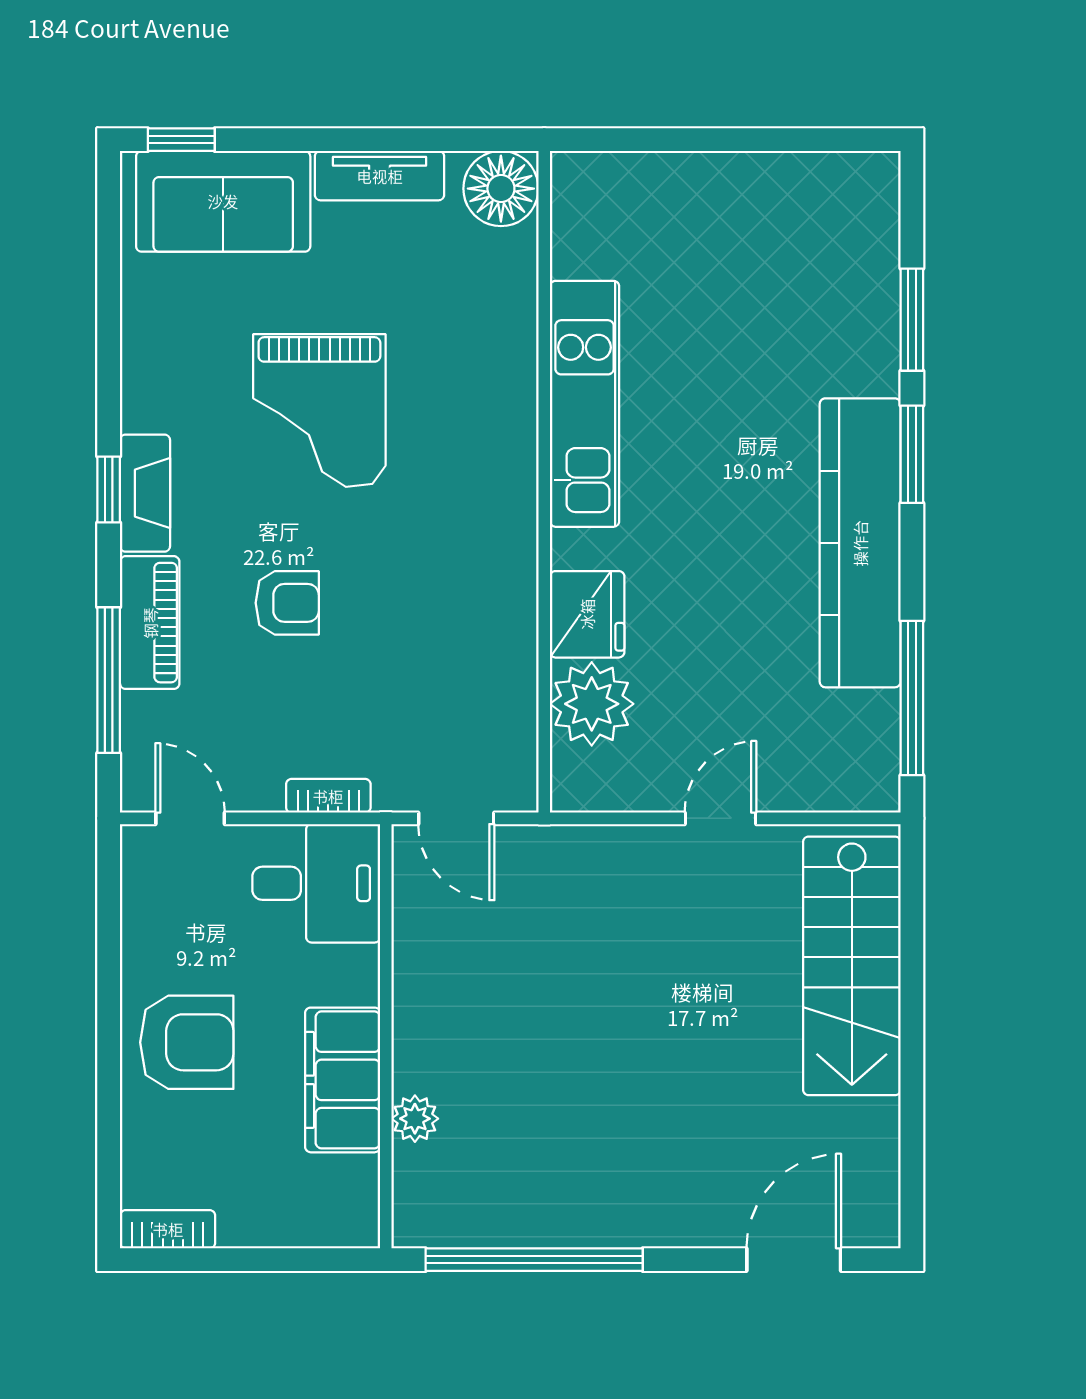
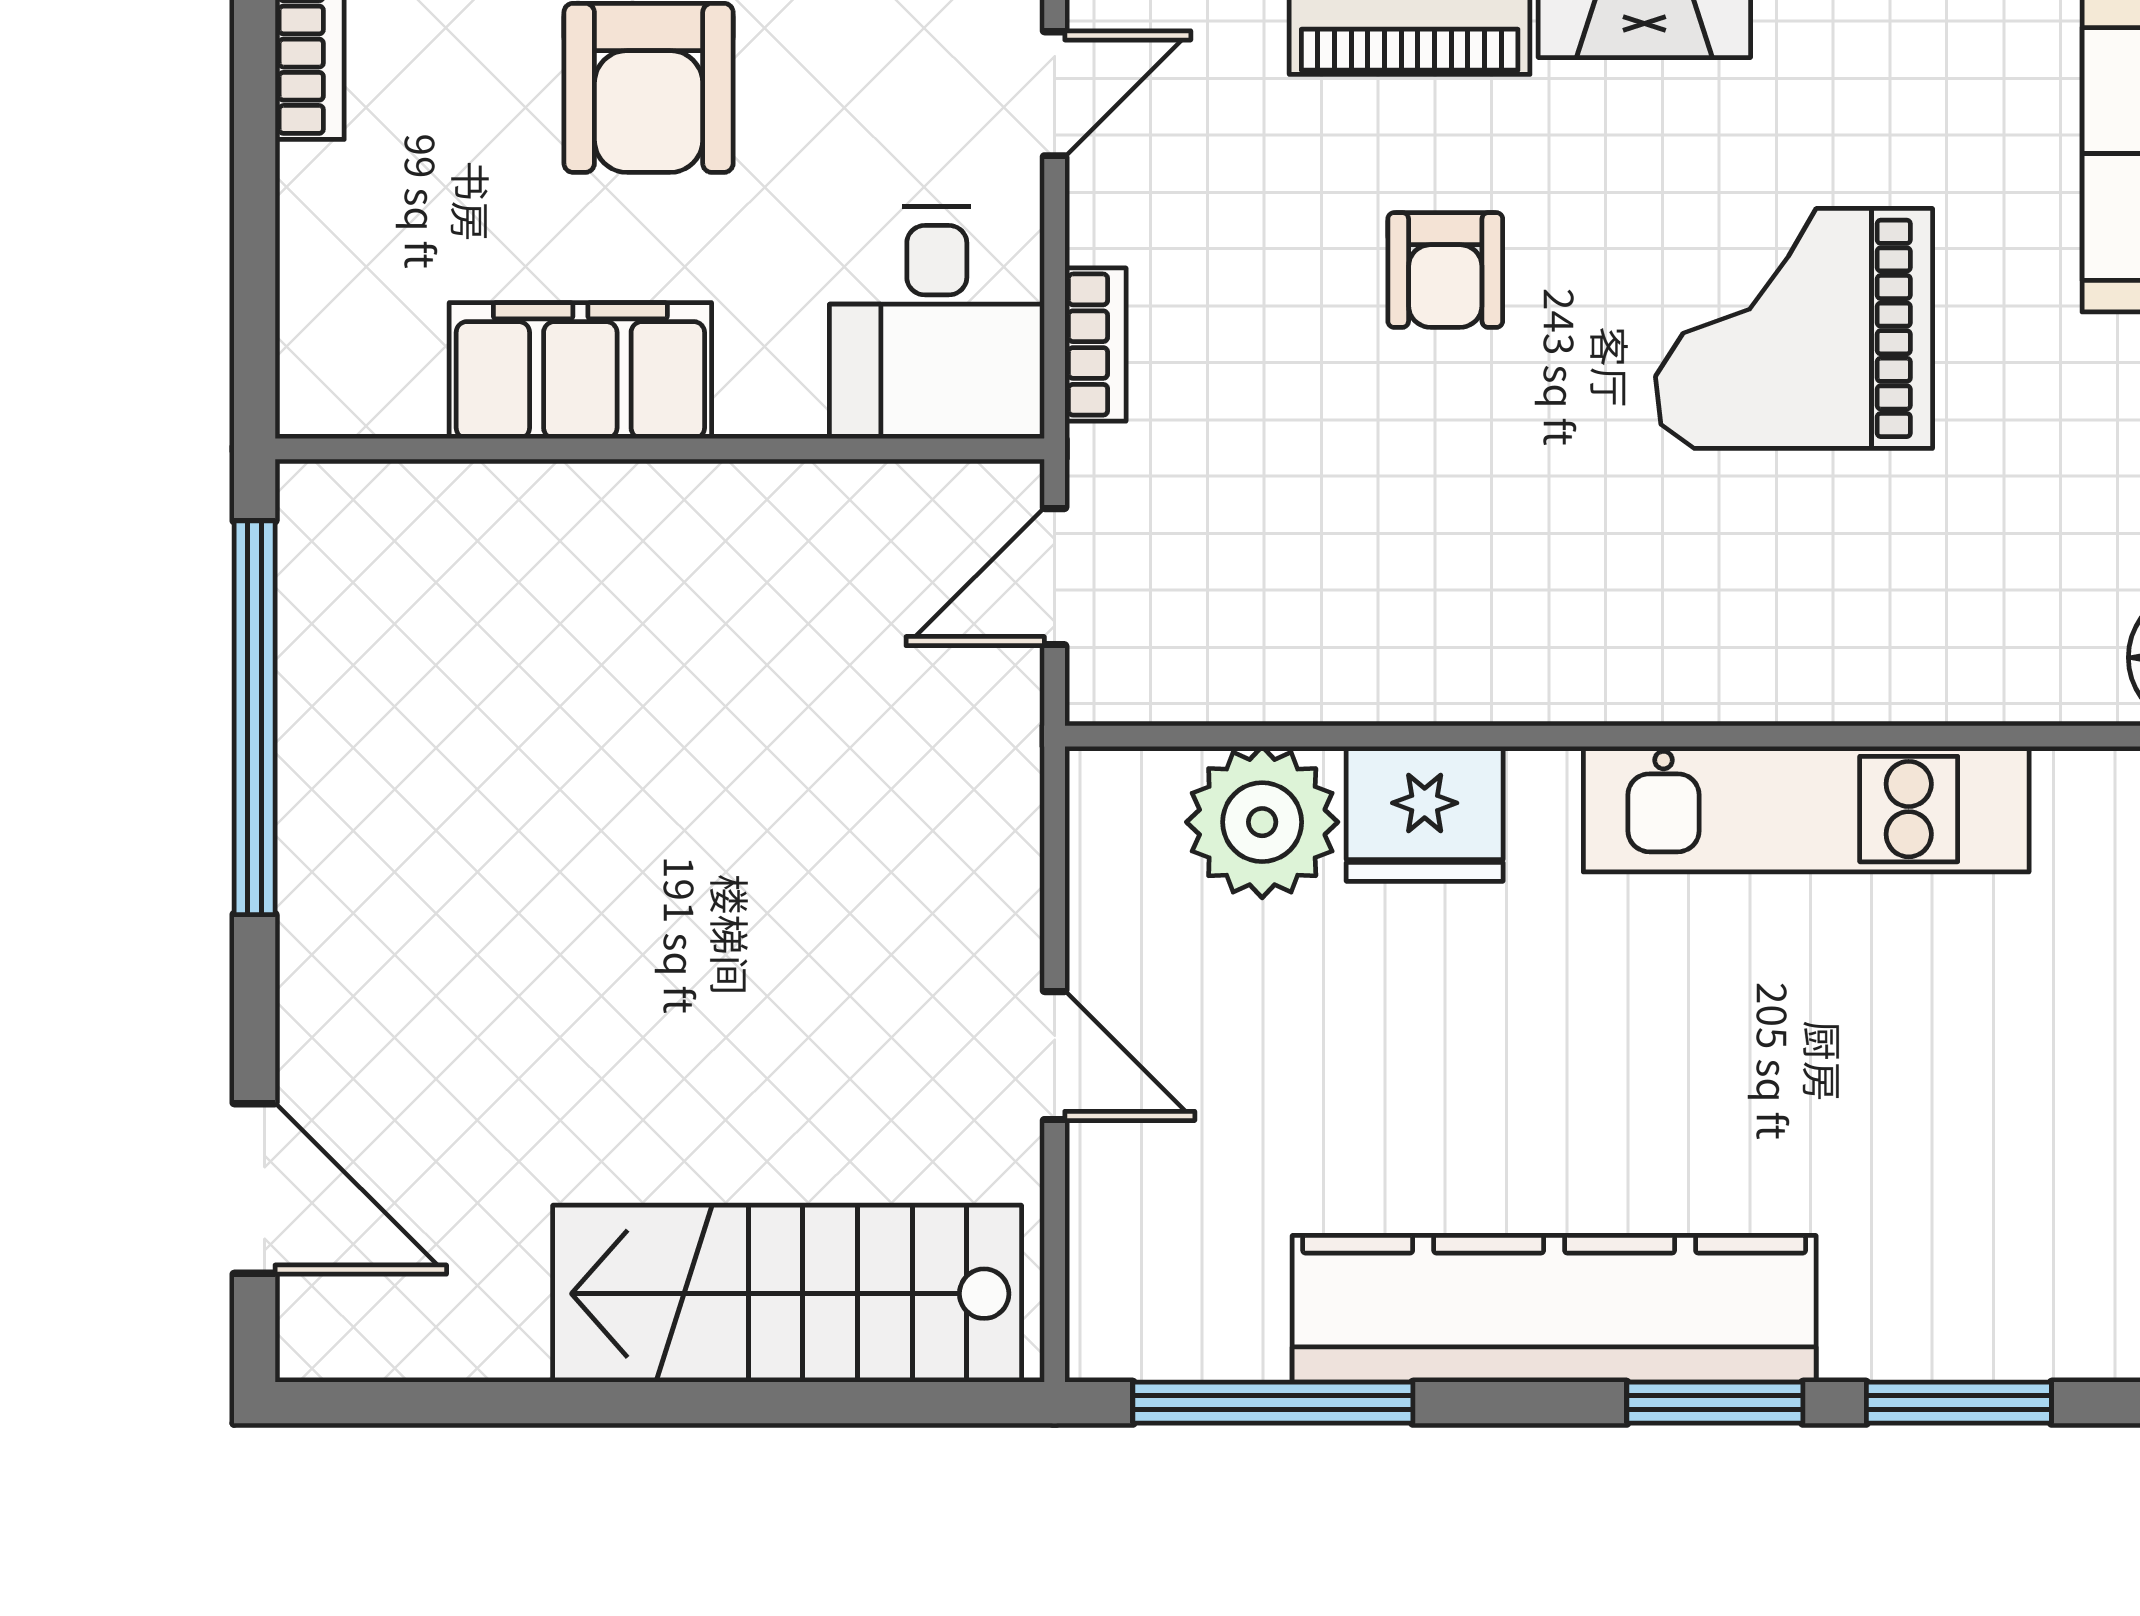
plant: (415, 1119) -> (510, 502), removed

